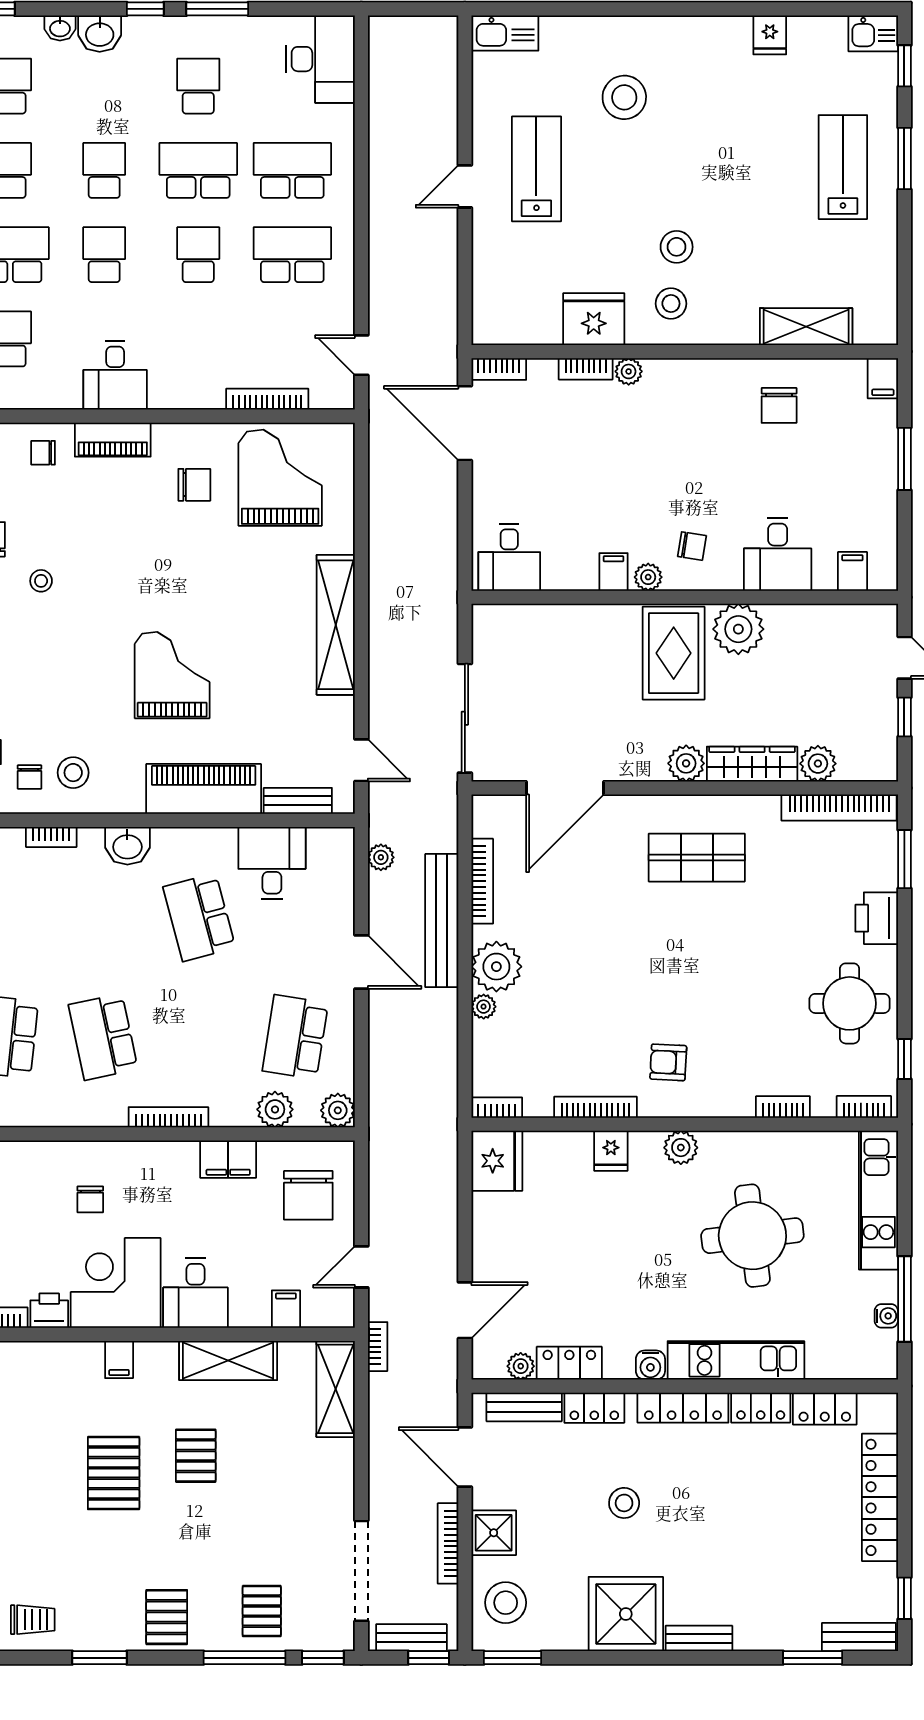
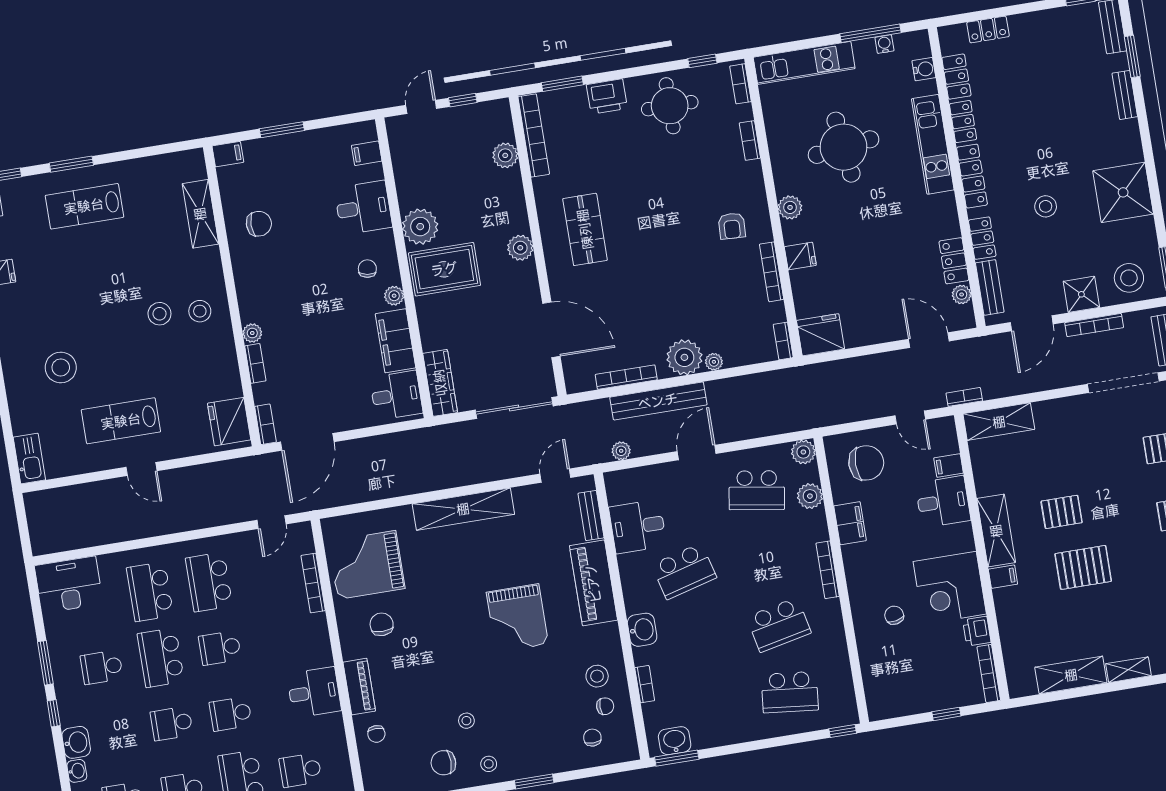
fridge: (594, 319) -> (229, 422), moved
filing cabinet: (613, 572) -> (396, 341), width x3.00, depth x1.17
grand piano: (172, 675) -> (517, 618), turned -90
wardrobe: (752, 764) -> (440, 383), moved, turned 180
chair: (90, 1199) -> (894, 615), turned -102
desk: (196, 1293) -> (943, 502), moved
shelving: (228, 1360) -> (996, 531), moved
water cooler: (650, 1365) -> (924, 69), moved
locker: (880, 1497) -> (988, 29), width x0.46, depth x0.83
bench: (699, 1638) -> (1125, 95), moved

